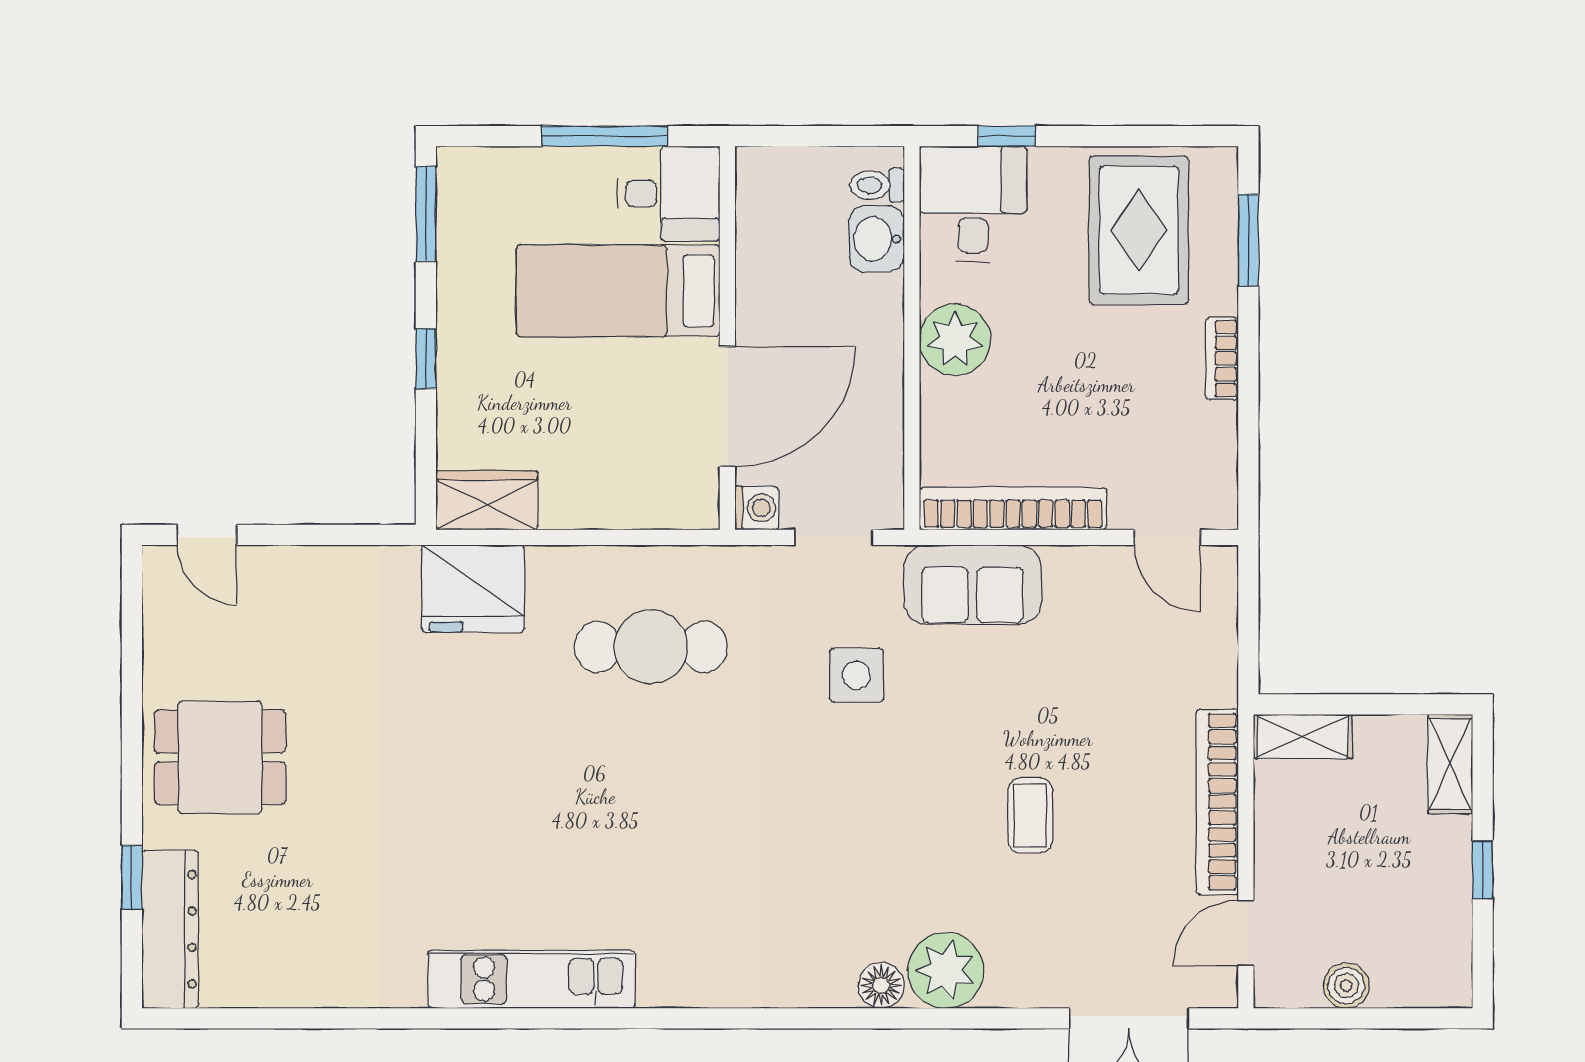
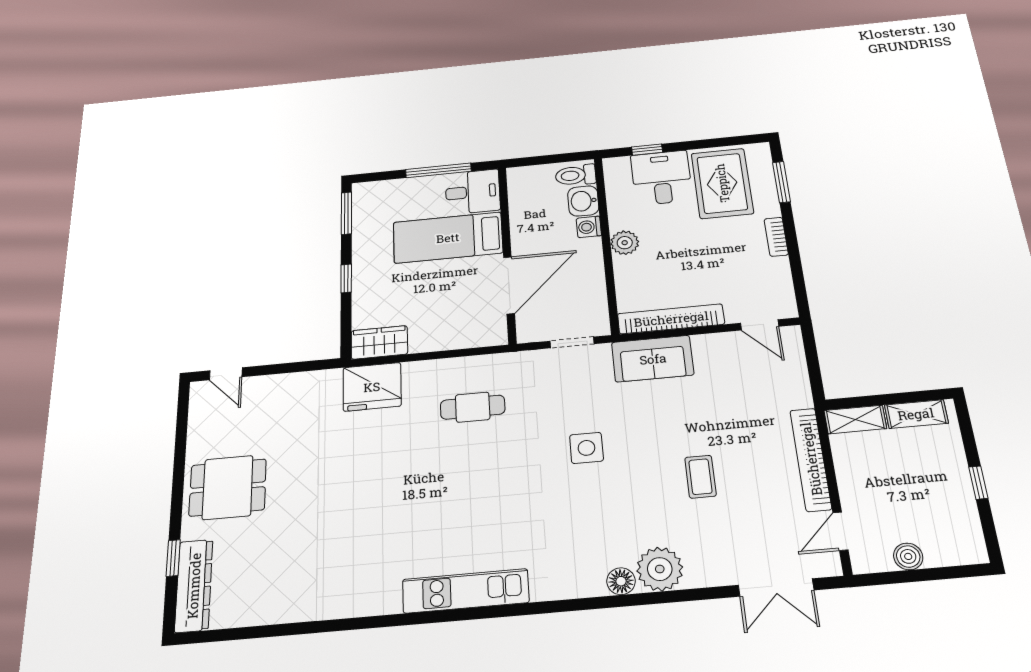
toilet: (877, 185) -> (576, 175), width x1.37, depth x1.39
desk: (973, 204) -> (661, 178), moved
plant: (955, 340) -> (625, 243), width x0.73, depth x0.73
washing machine: (757, 508) -> (589, 227), moved, turned 180
cafe table: (651, 647) -> (473, 407), width x0.73, depth x0.74
side table: (856, 675) -> (586, 448), moved
shelving: (1450, 764) -> (916, 414), moved, turned 90
kitchen unit: (532, 979) -> (466, 591), moved

